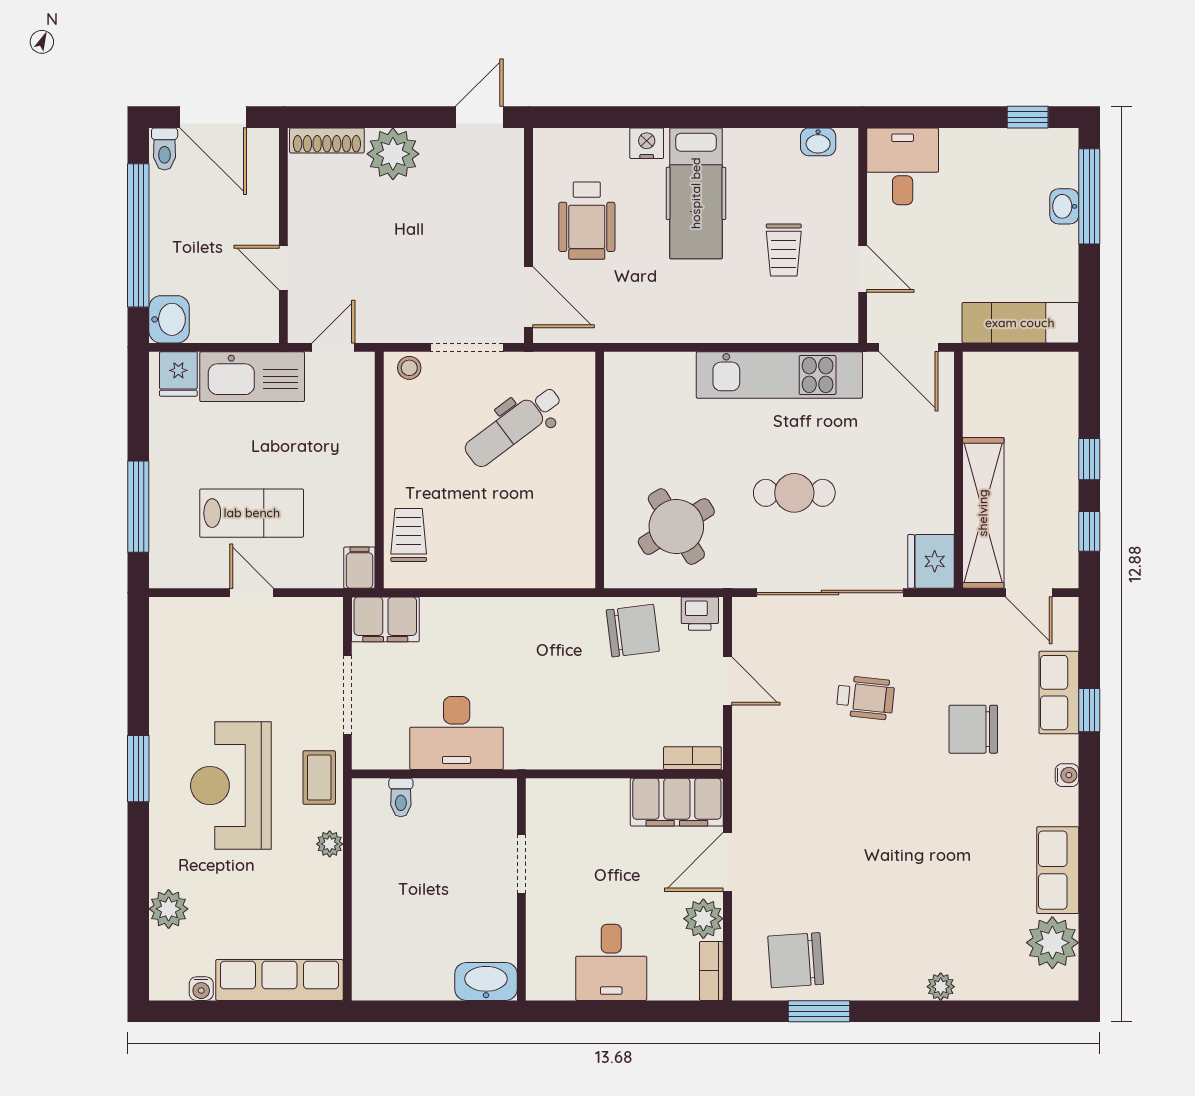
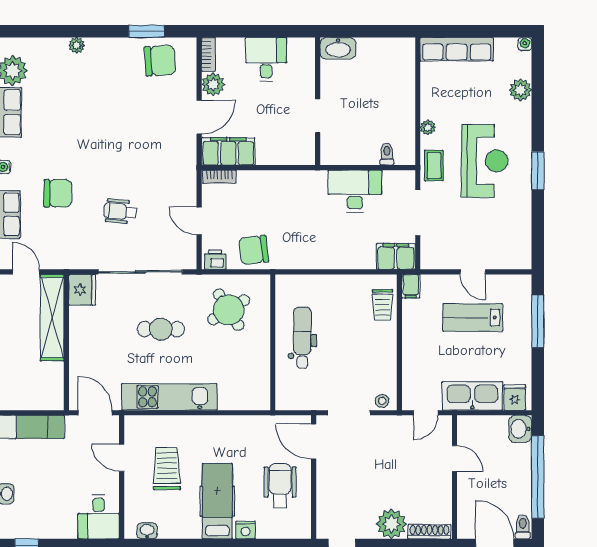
trolley: (784, 250) -> (167, 469), width x1.36, depth x1.39
dental chair: (513, 426) -> (302, 338), moved, turned -53
water cooler: (201, 989) -> (525, 44), moved

